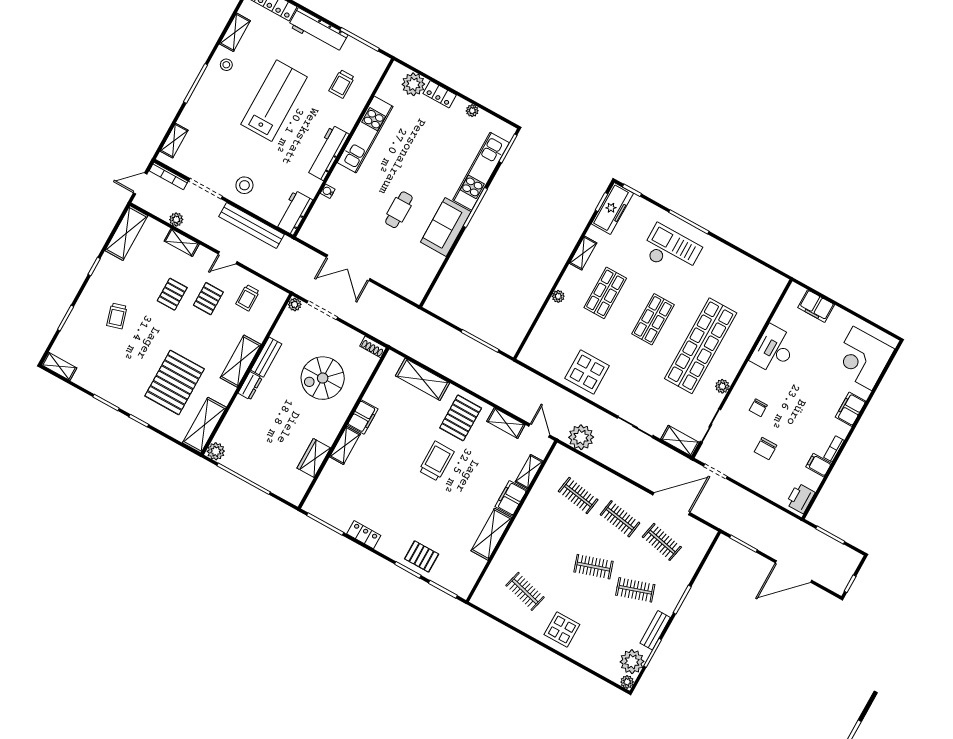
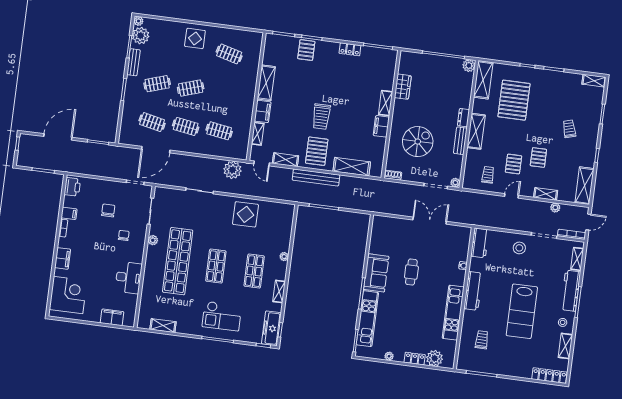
workbench: (318, 30) -> (571, 291), moved, turned -90
bench: (252, 226) -> (316, 177), moved
shelving: (680, 441) -> (163, 326), moved
pallet: (422, 556) -> (306, 50), turned 90

